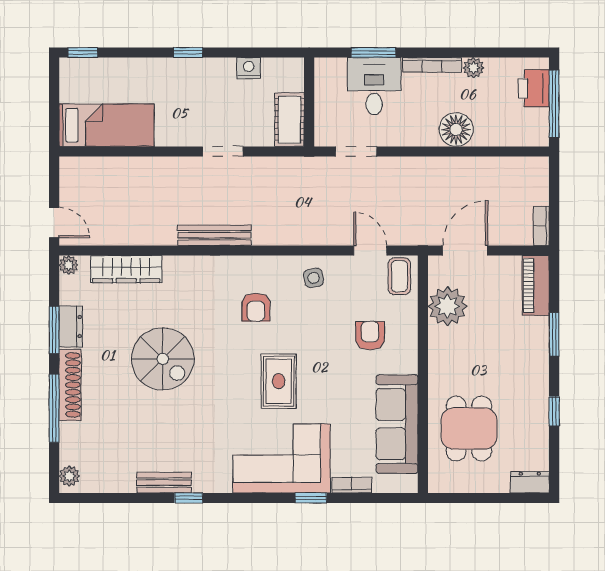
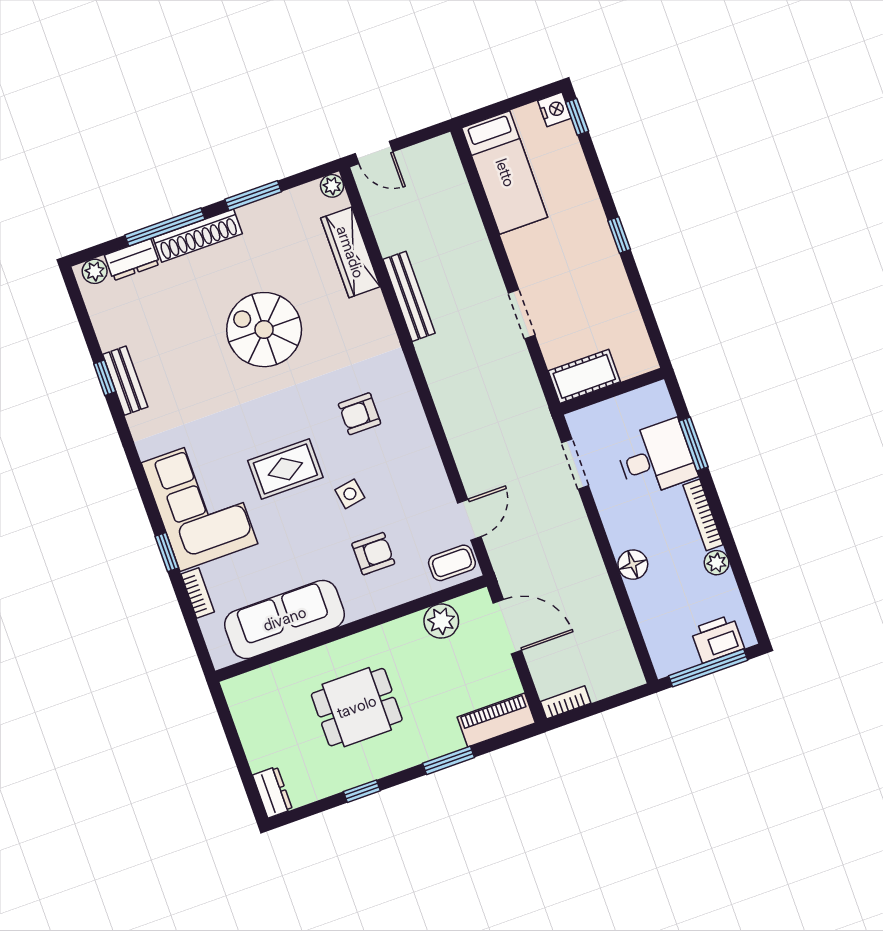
nightstand: (249, 68) -> (554, 109), moved
floor lamp: (456, 130) -> (633, 565), width x0.73, depth x0.73
door: (54, 223) -> (374, 153), hinge flipped
bench: (214, 235) -> (409, 296), moved
side table: (314, 278) -> (350, 494), moved
plant: (447, 306) -> (441, 621), width x0.73, depth x0.73
dresser: (71, 327) -> (132, 260), moved
spiral stairs: (163, 359) -> (264, 330), turned 90
dining table: (469, 429) -> (357, 707), moved
window: (189, 498) -> (105, 378), moved

